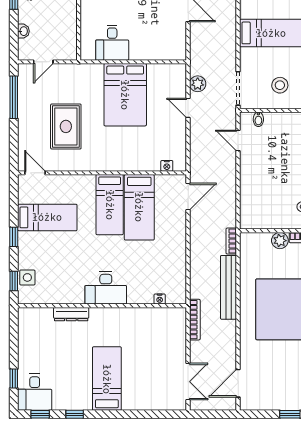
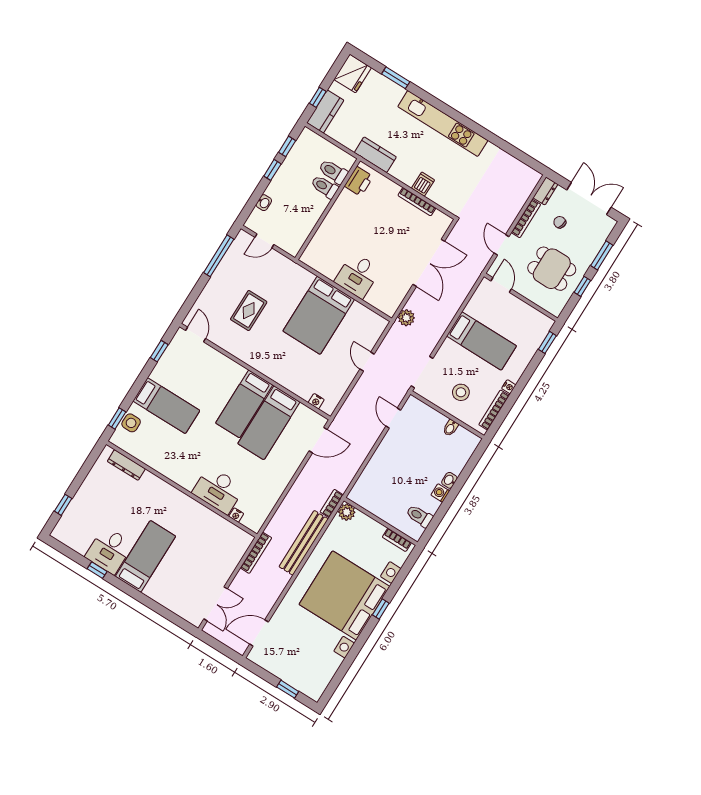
desk: (112, 43) -> (358, 275), moved
plant: (198, 84) -> (406, 318), moved
bidet: (258, 119) -> (451, 428), moved
rug: (66, 126) -> (249, 311), width x0.73, depth x0.70
bed: (47, 217) -> (166, 406), moved
window: (14, 237) -> (159, 351), moved
plant: (280, 241) -> (347, 512), moved
desk: (106, 288) -> (218, 490), moved
dresser: (71, 314) -> (126, 465), moved
desk: (35, 392) -> (109, 550), moved
window: (40, 414) -> (67, 551), removed

